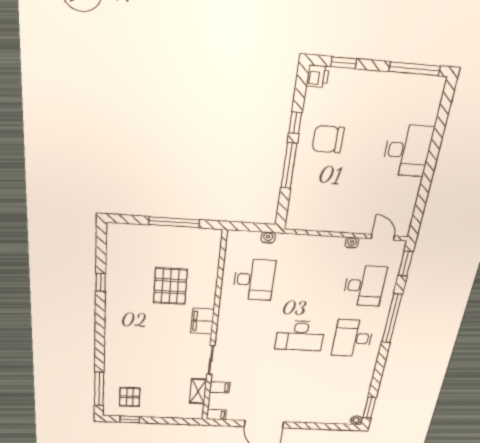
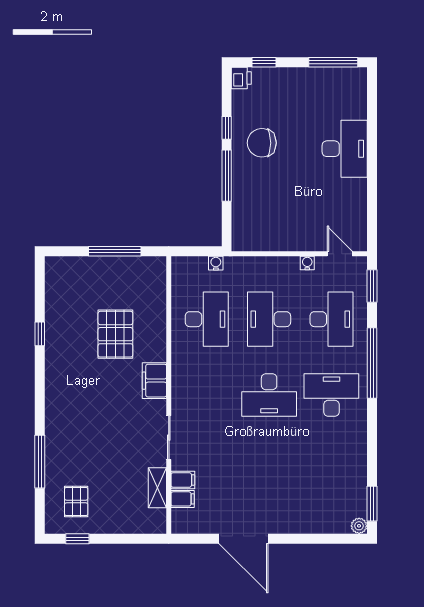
desk: (310, 283) -> (269, 319), added
desk: (353, 338) -> (331, 395), turned 90
window: (99, 389) -> (40, 462), moved
filing cabinet: (216, 415) -> (183, 499), moved

